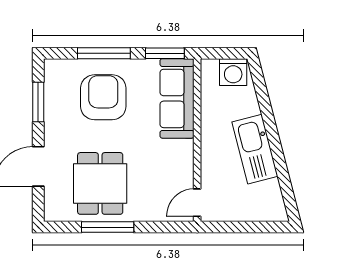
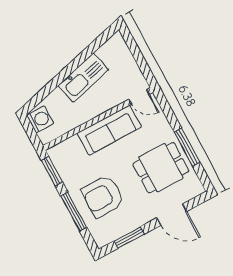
sofa: (177, 98) -> (109, 130), moved

